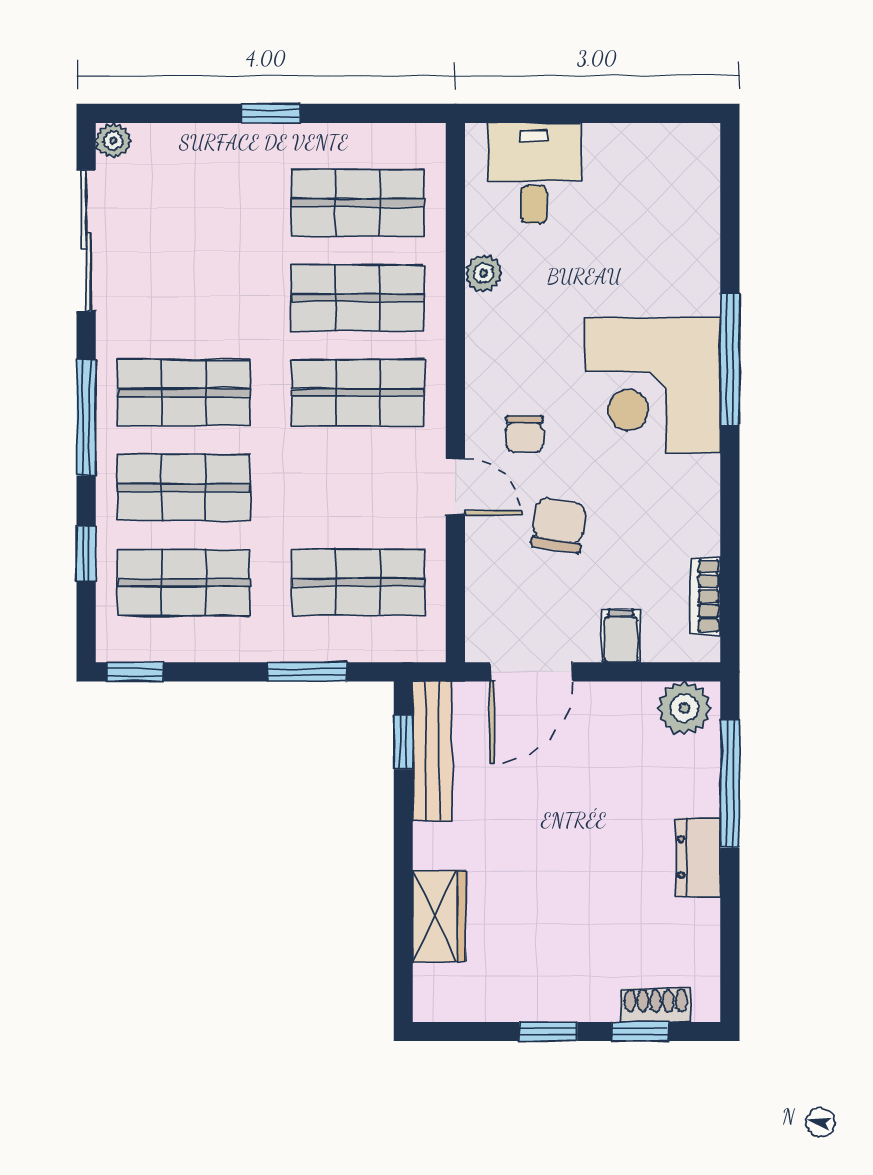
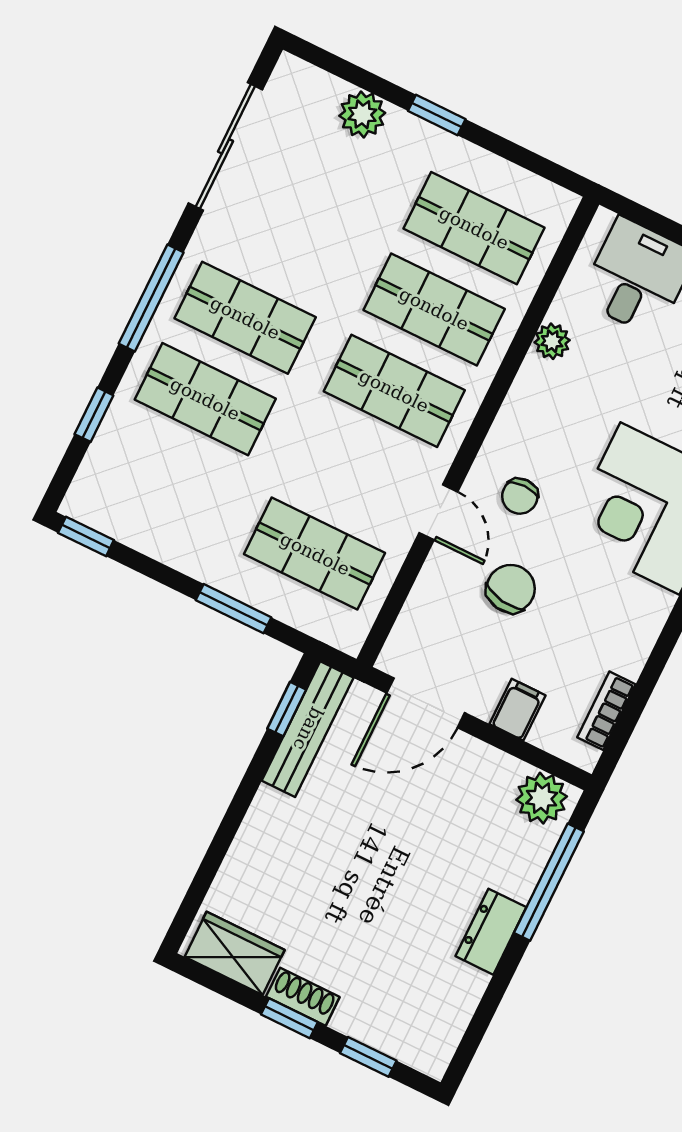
plant: (113, 141) -> (362, 114), moved, width x1.38, depth x1.38
shop shelf: (184, 582) -> (165, 480), removed
wardrobe: (439, 916) -> (235, 953), moved, turned -90
shoe rack: (656, 1005) -> (303, 997), moved

